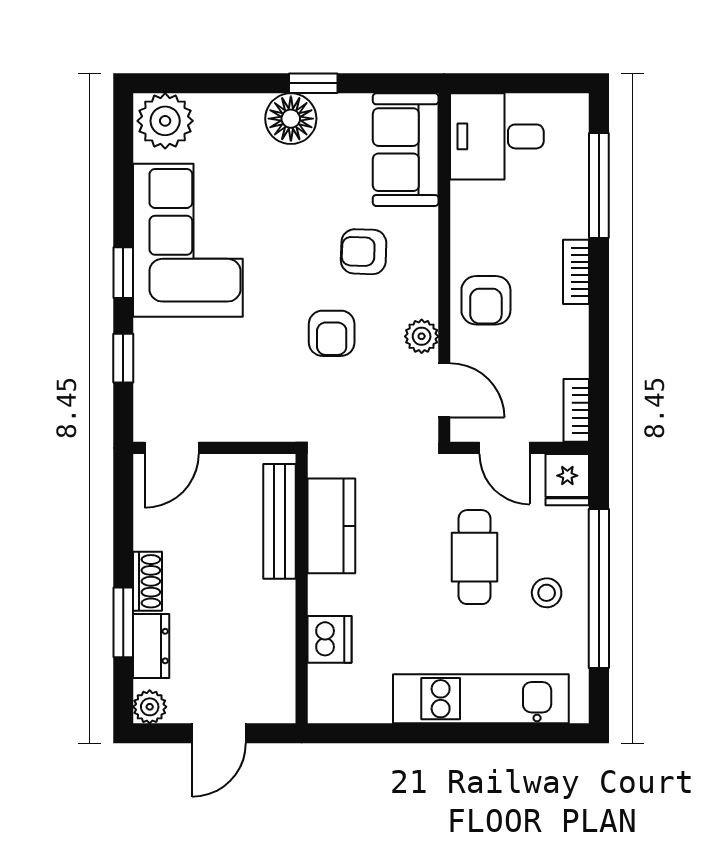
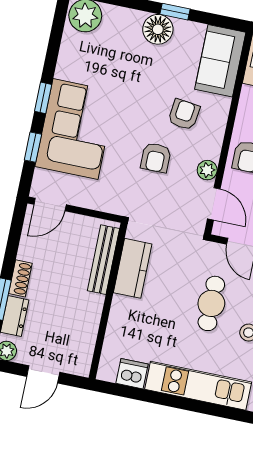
corner sofa: (188, 240) -> (75, 129), moved
armchair: (364, 252) -> (184, 114), turned 95
dishwasher: (329, 639) -> (132, 374), moved, turned -90

